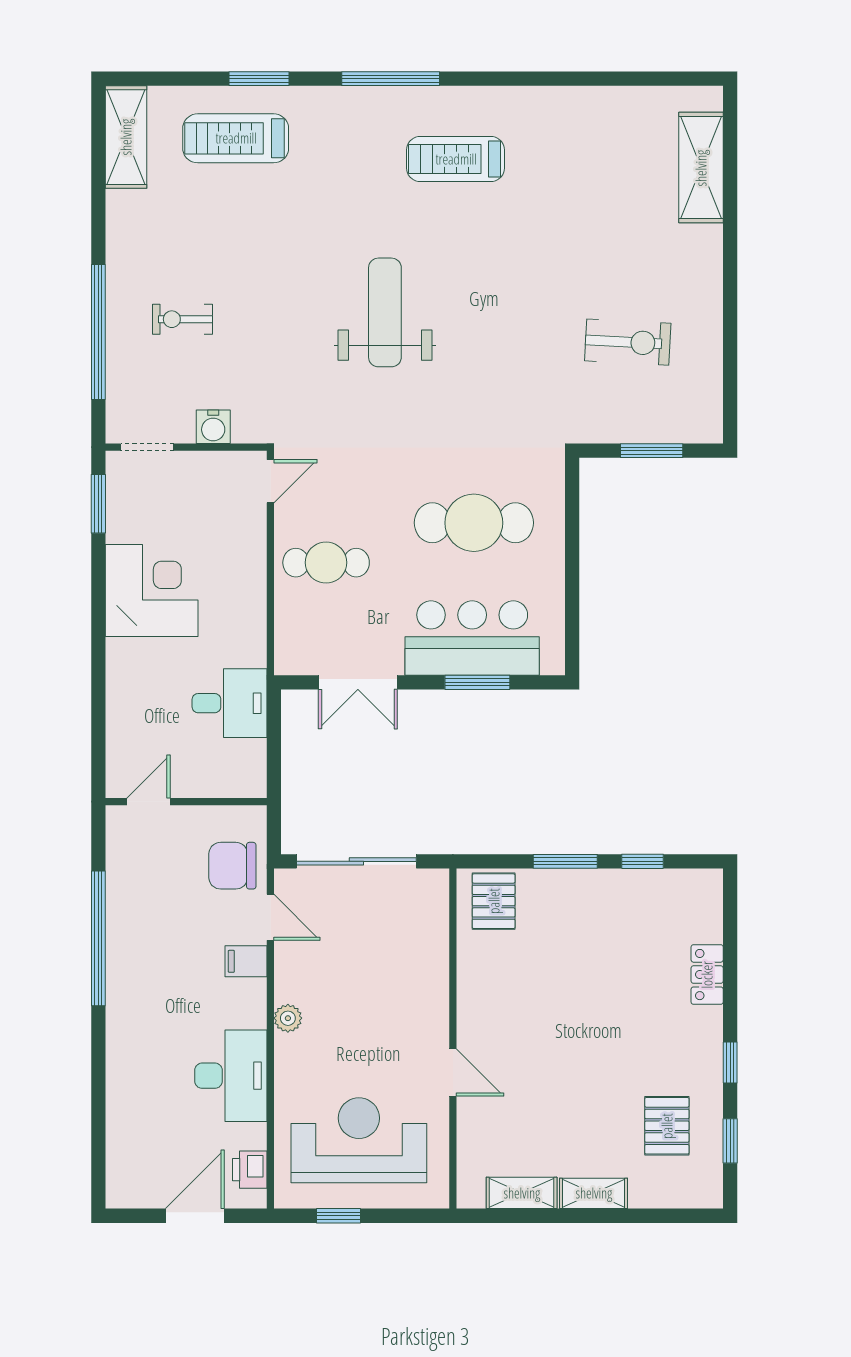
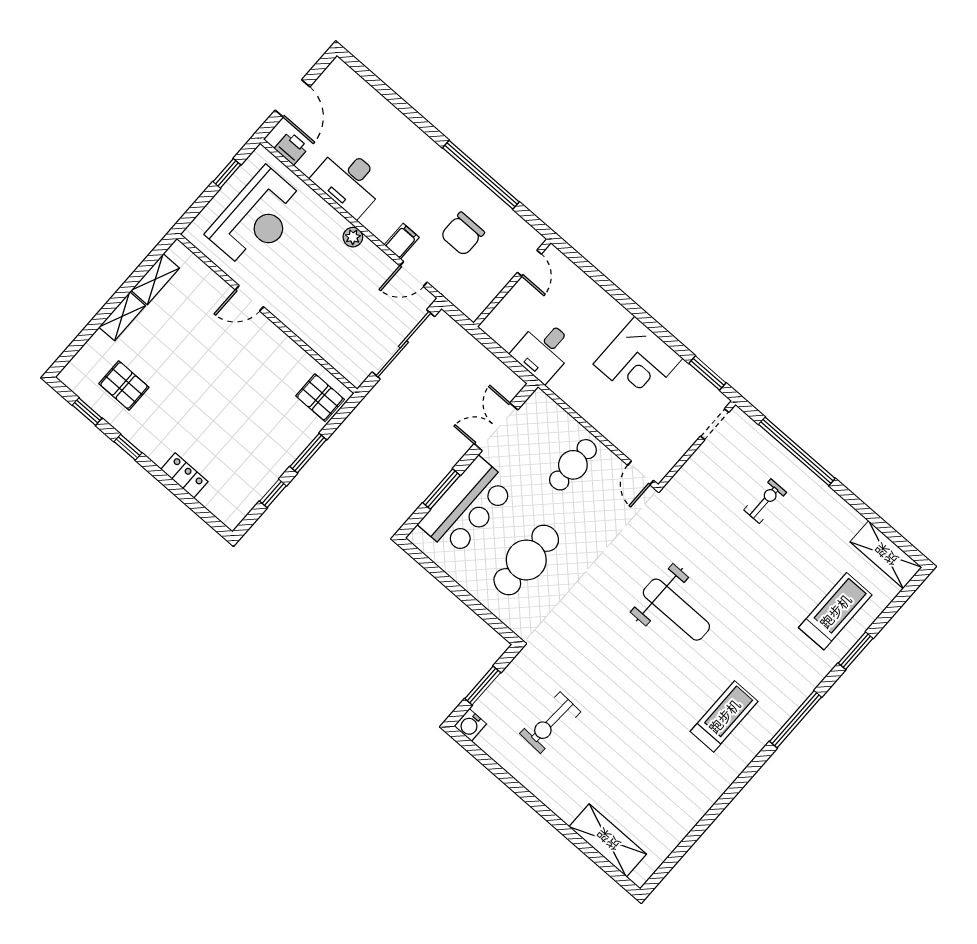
water cooler: (213, 427) -> (470, 725), moved, turned -90
chair: (232, 866) -> (462, 234), moved, turned 180

